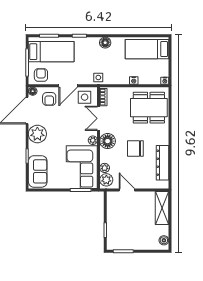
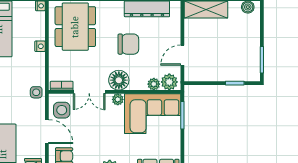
chair: (135, 148) -> (128, 44), turned -90

